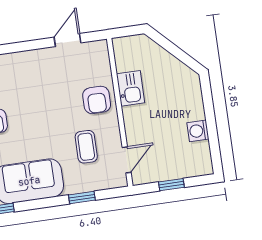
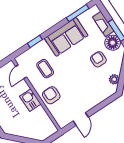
kitchen sink: (131, 88) -> (30, 100), moved

